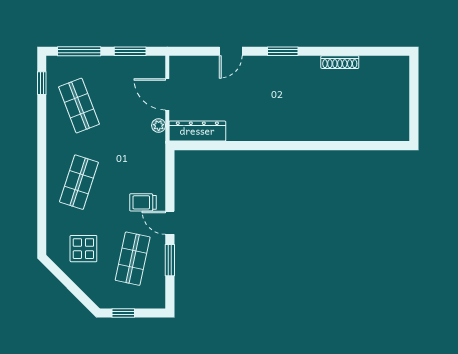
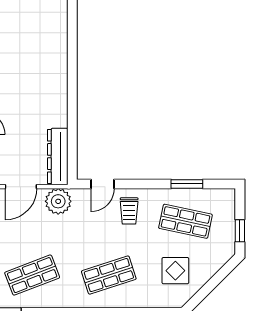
plant: (159, 126) -> (58, 201), width x1.88, depth x1.88
shop shelf: (79, 182) -> (109, 275), turned -36
door: (170, 223) -> (102, 184), moved

